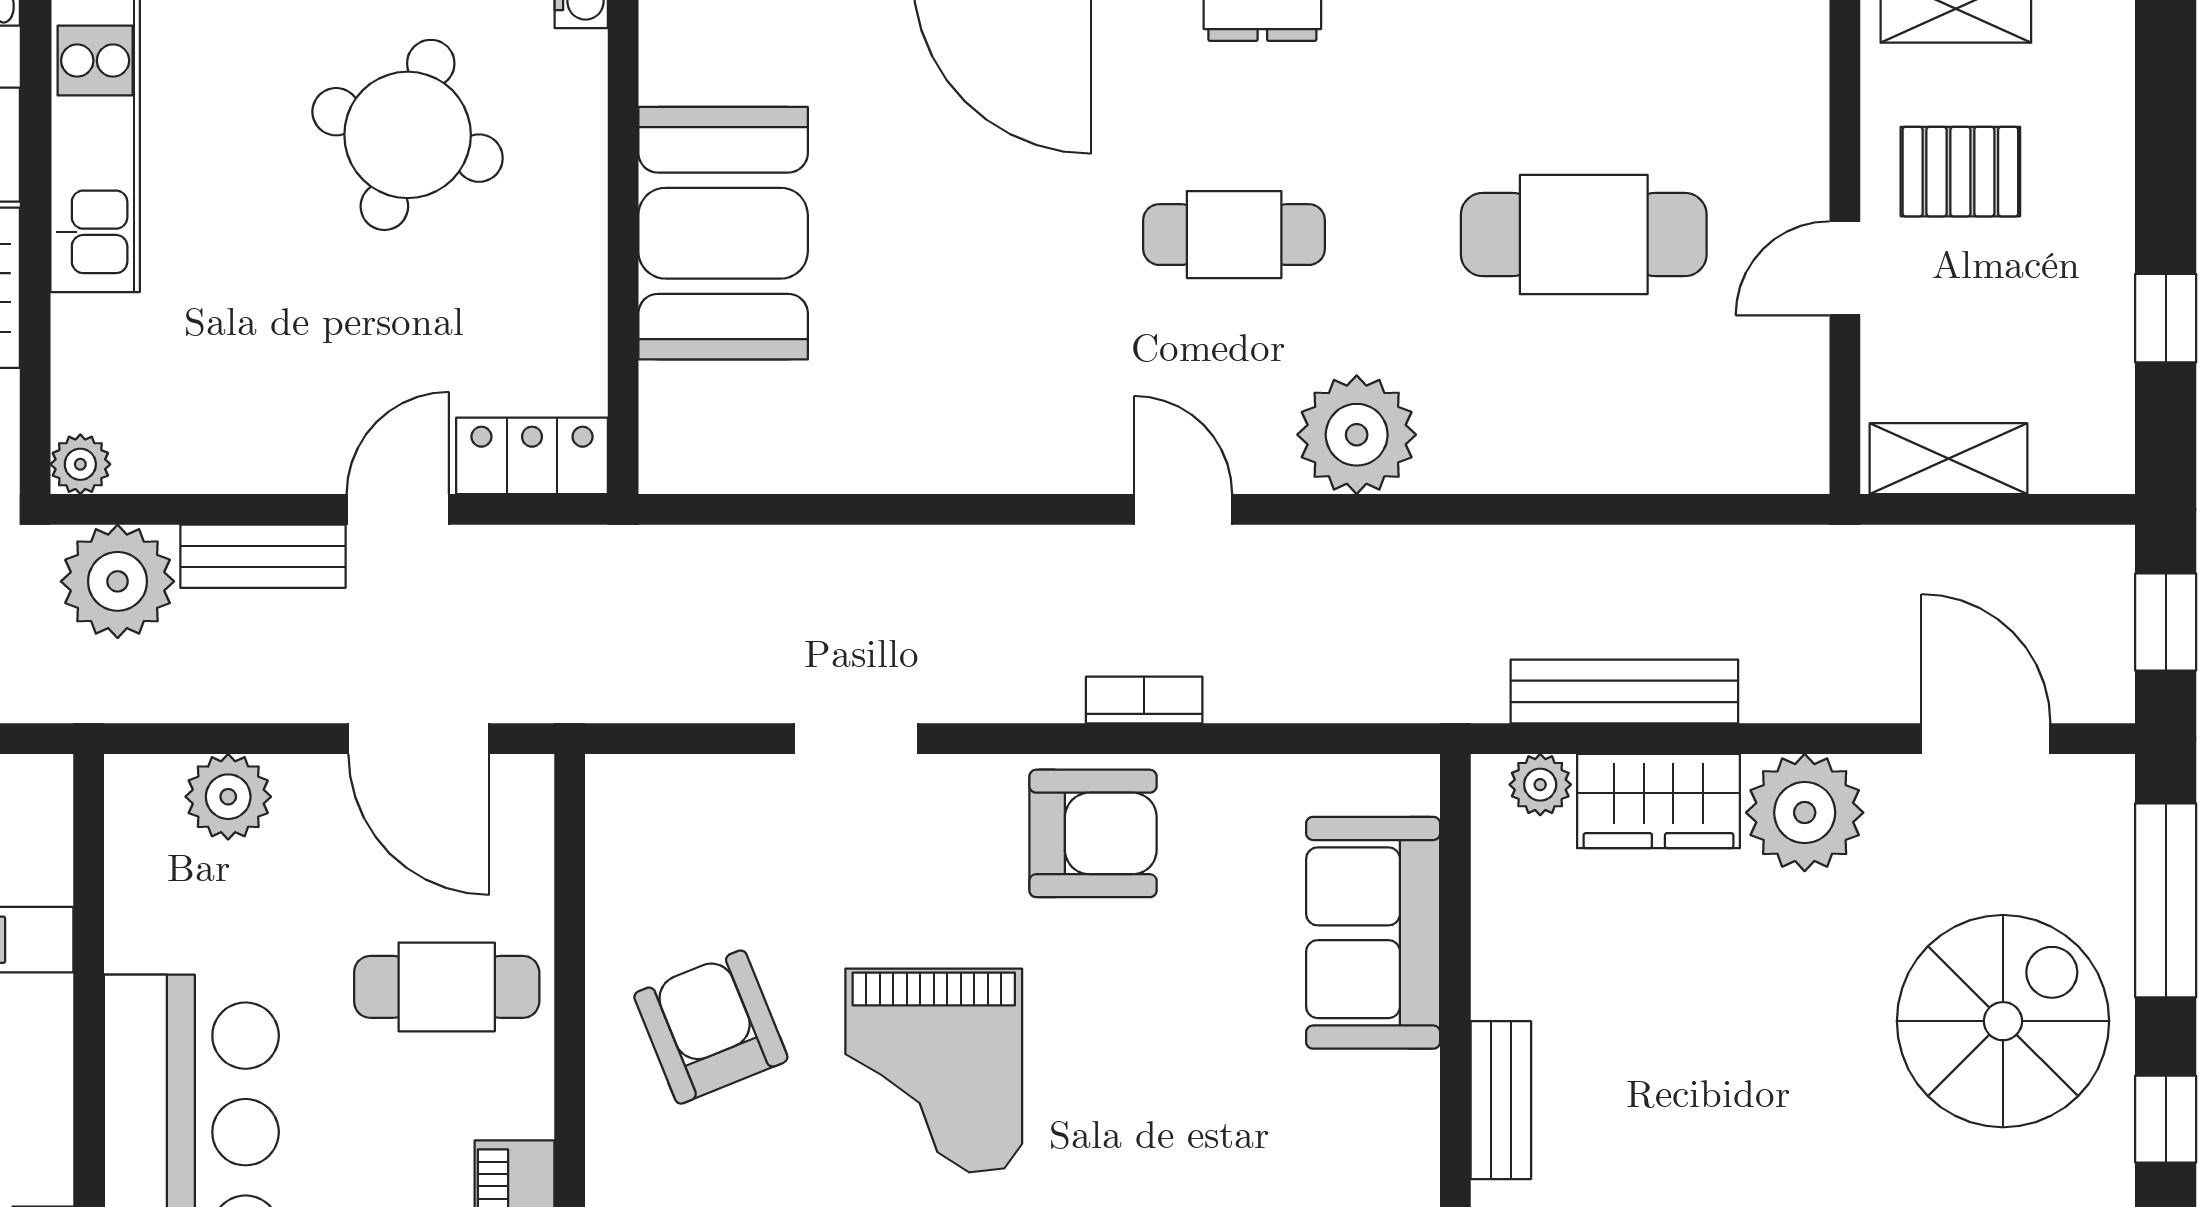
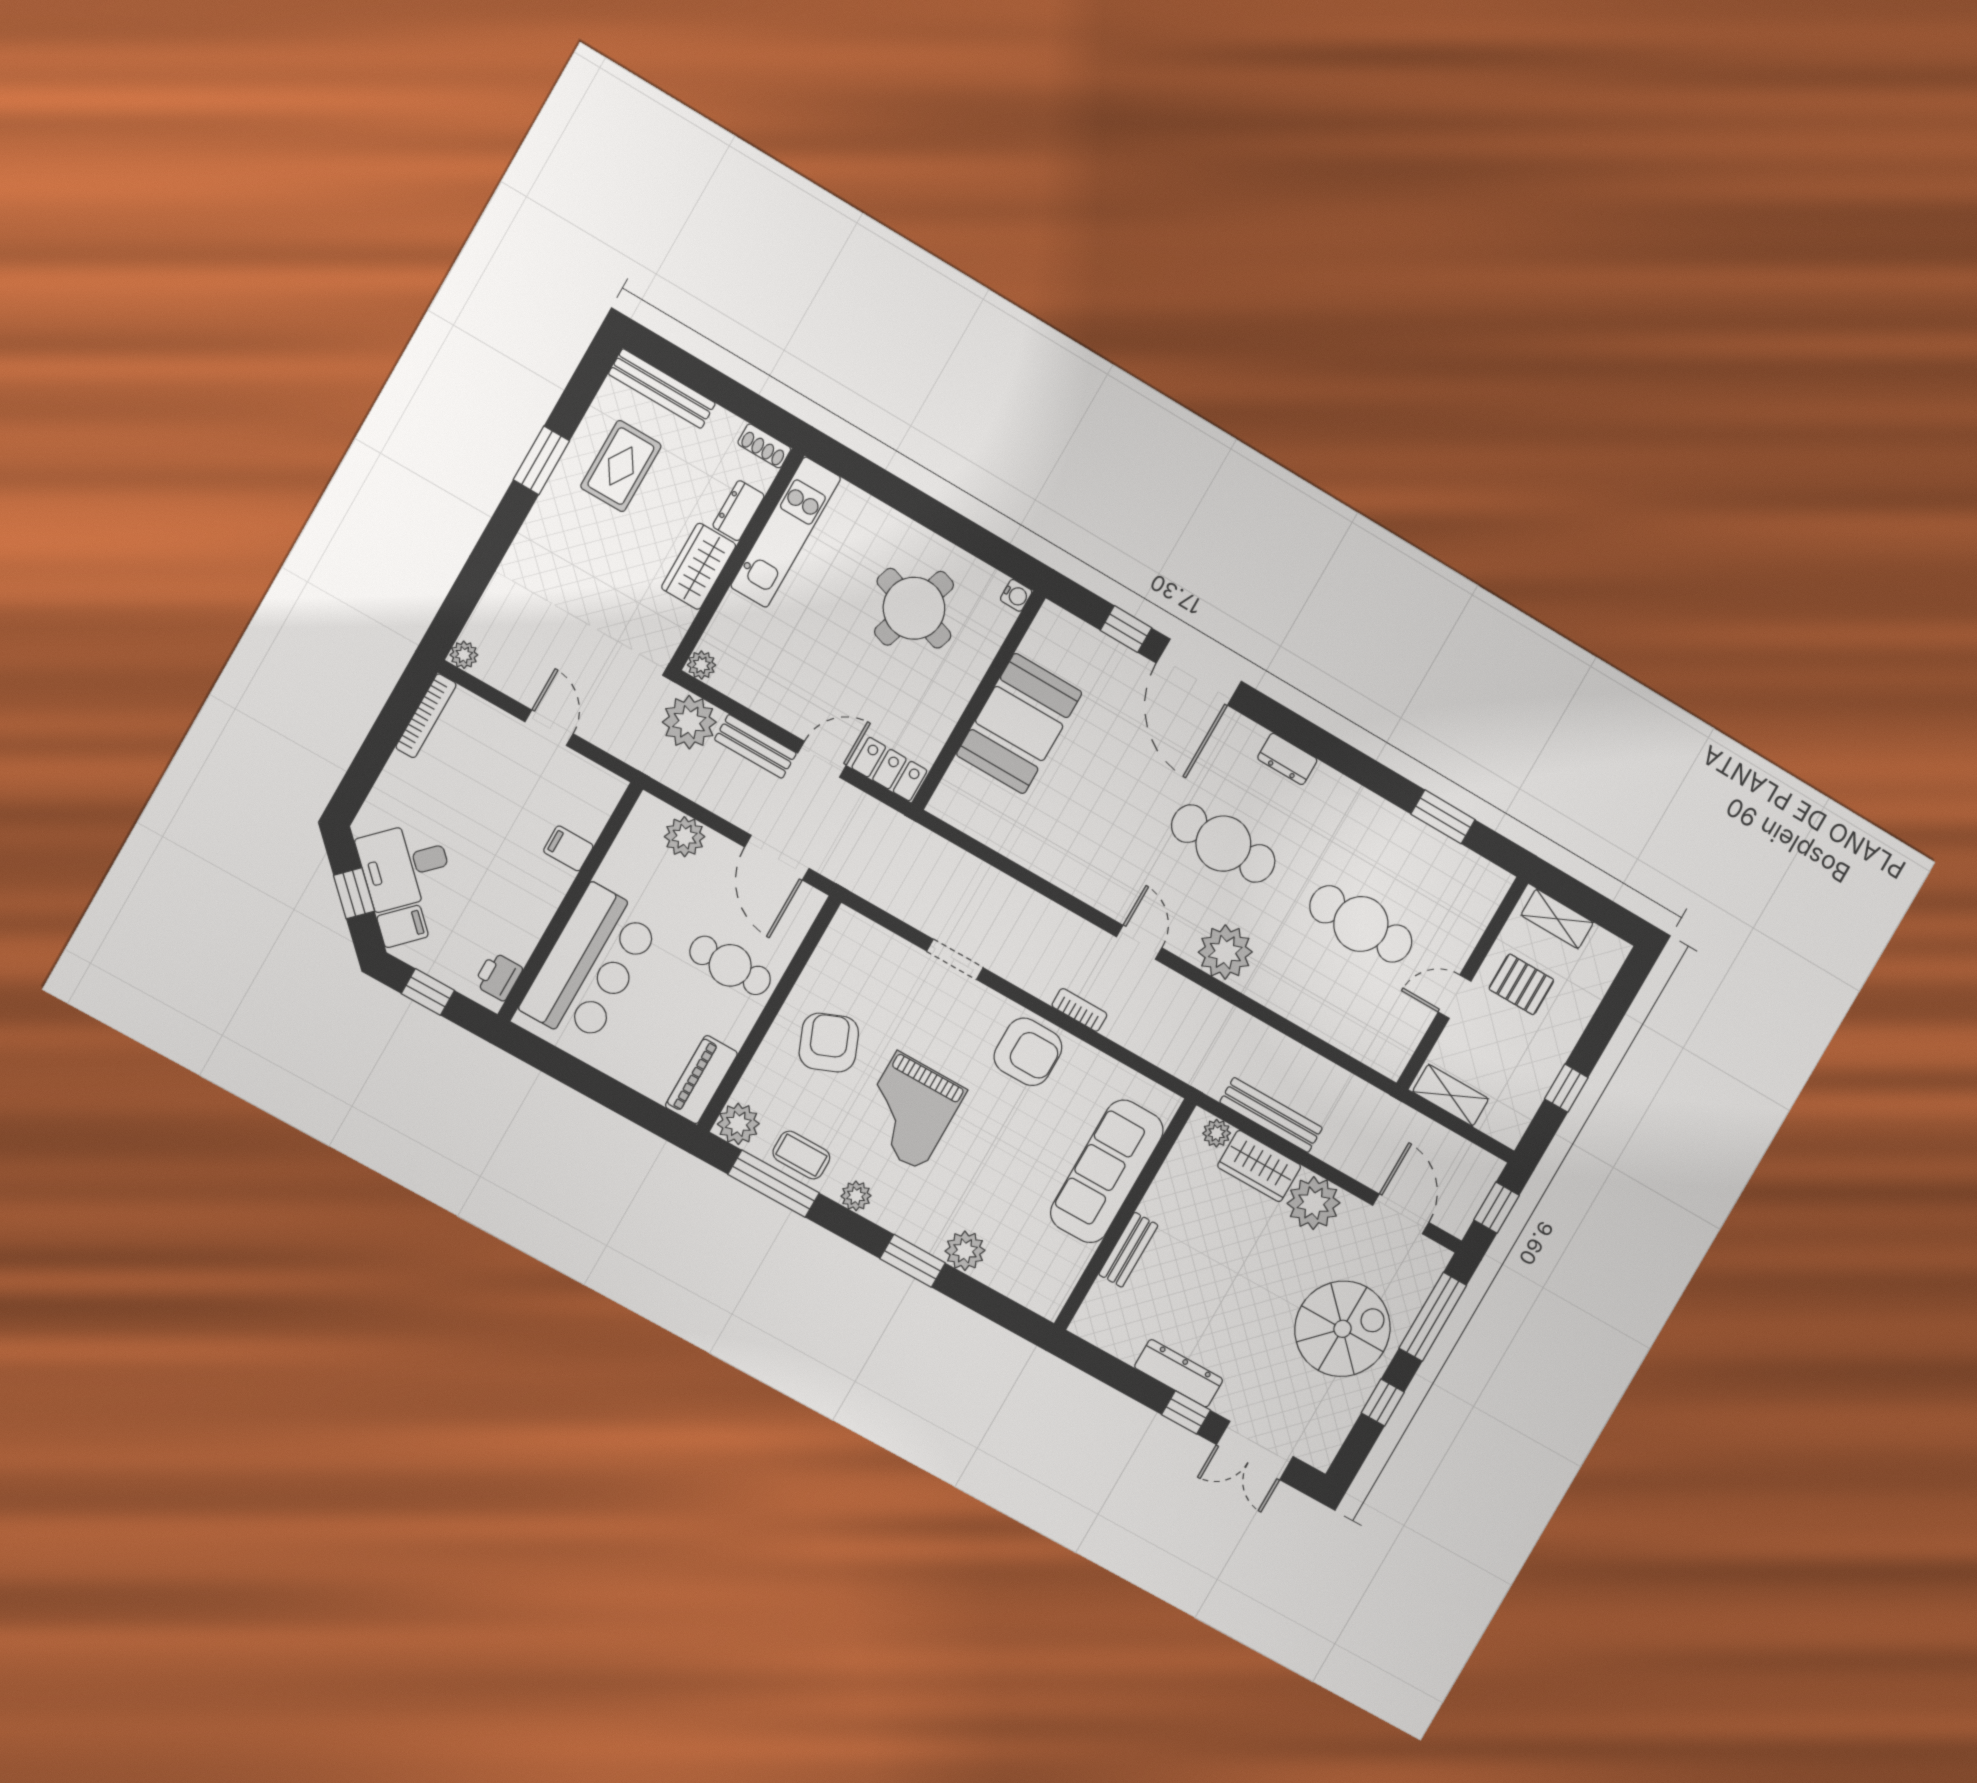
cafe table: (1234, 235) -> (1223, 844), width x1.37, depth x1.35
sofa: (1373, 933) -> (1107, 1171), width x1.36

